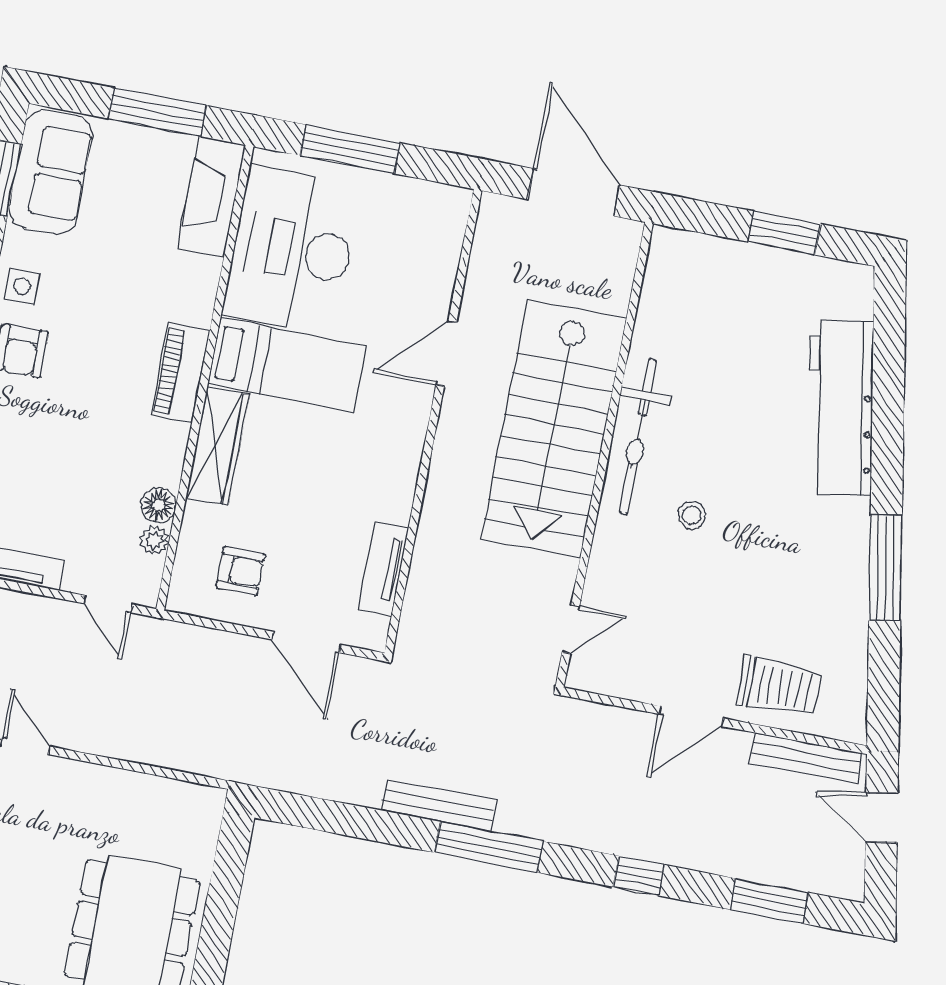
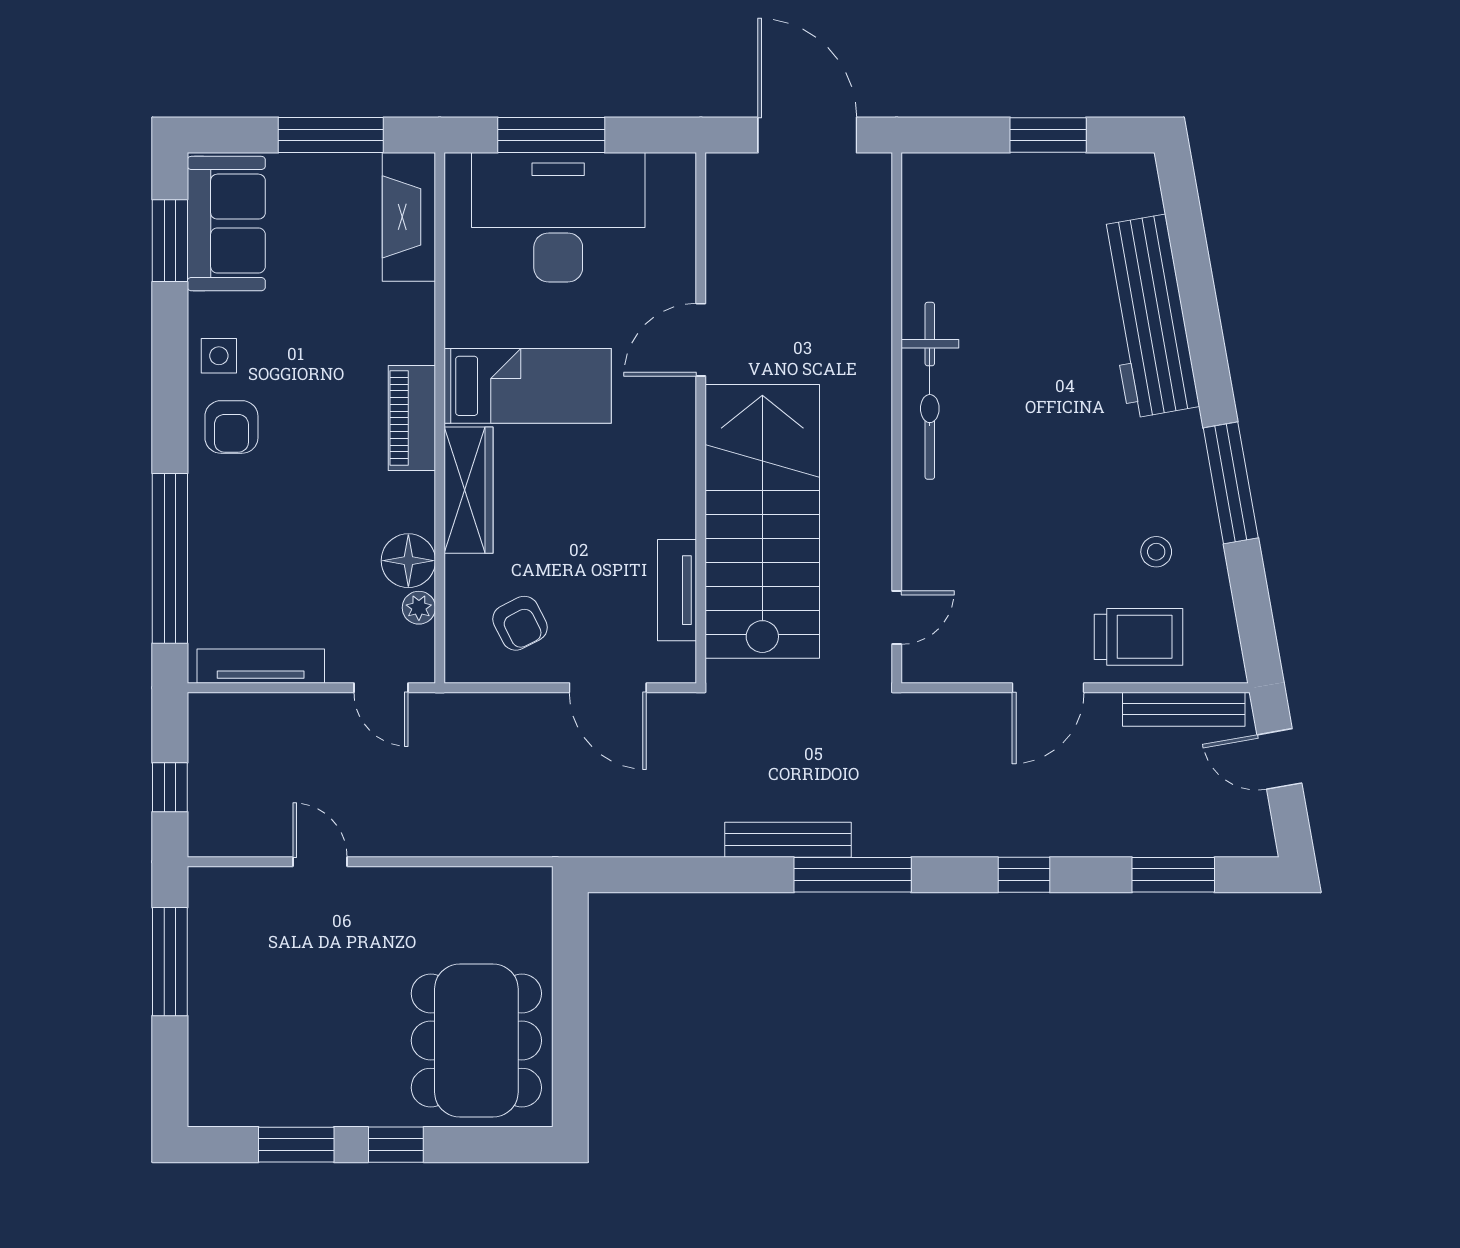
desk: (292, 250) -> (558, 217), moved, turned 90
stairs: (554, 429) -> (762, 521), moved, turned 180
floor lamp: (158, 505) -> (408, 561), width x1.38, depth x1.38
stool: (692, 515) -> (1156, 552), moved
armchair: (240, 571) -> (520, 623), turned 63

